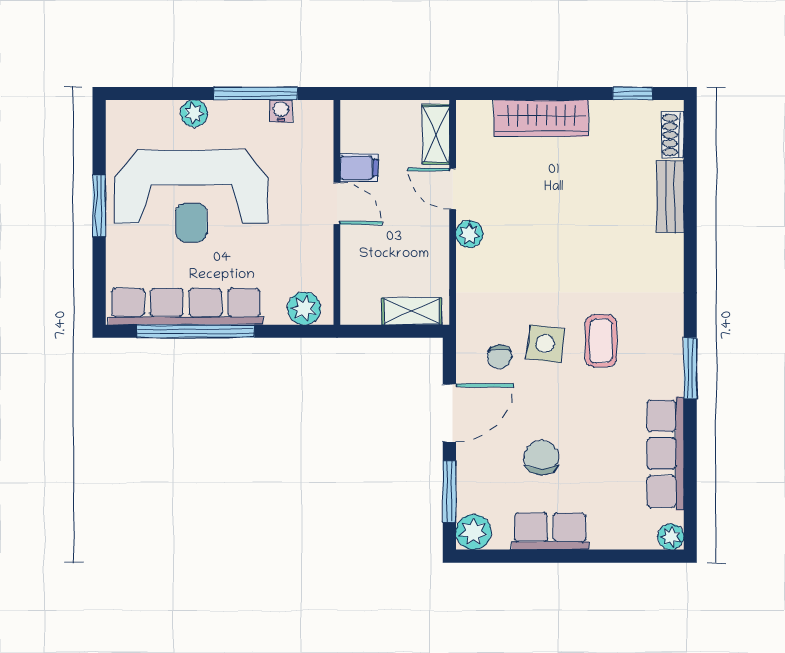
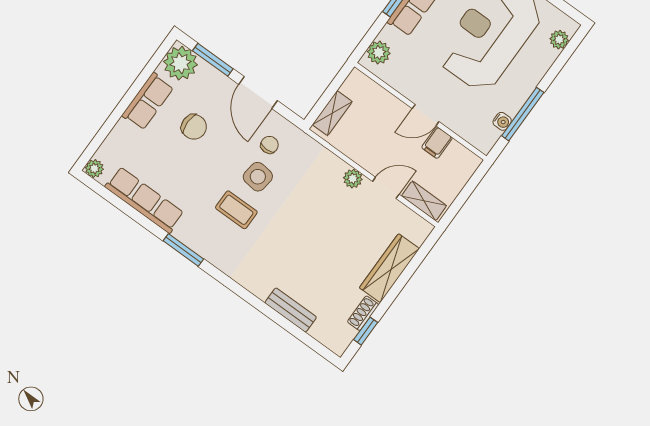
plant: (194, 113) -> (559, 40), moved
shoe rack: (673, 135) -> (363, 313), moved, turned -90
chair: (500, 357) -> (269, 145), turned 90
plant: (473, 532) -> (180, 63), width x1.36, depth x1.36

